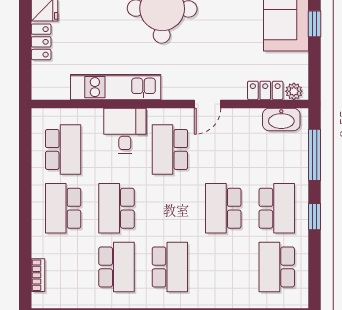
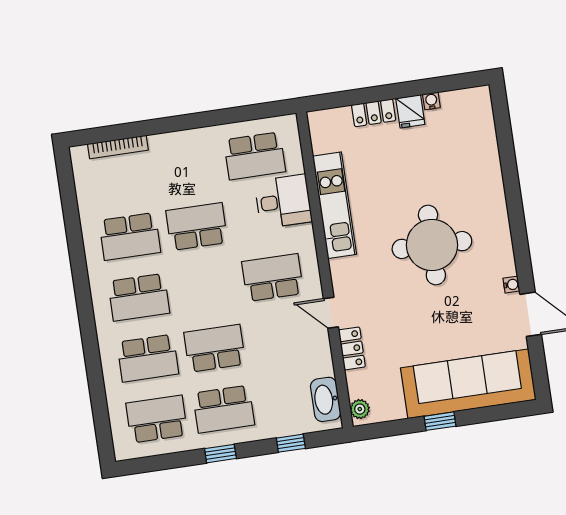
locker: (265, 90) -> (352, 348), moved
desk: (125, 131) -> (283, 201), moved
window: (314, 155) -> (291, 443), width x0.46
school desk: (63, 208) -> (148, 358), moved, turned 180
bookcase: (38, 275) -> (118, 147), width x1.56

